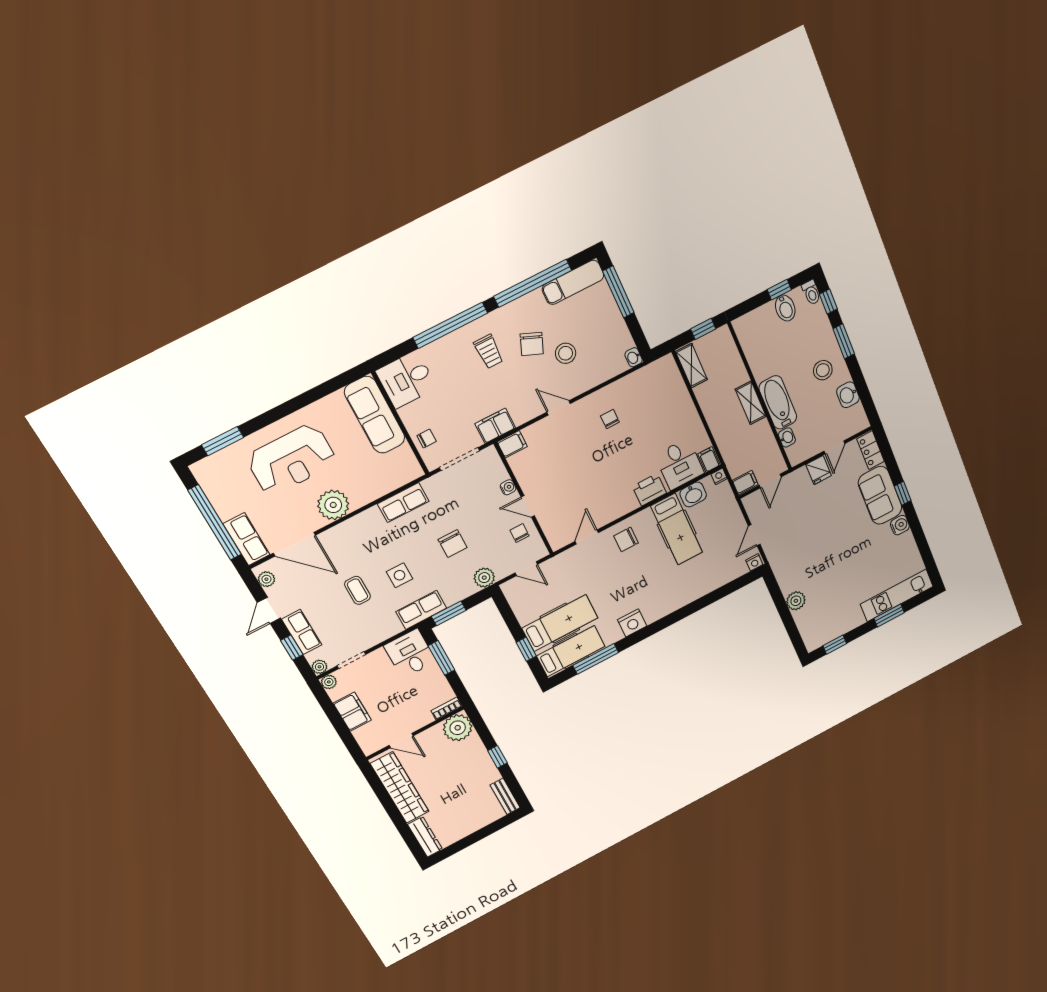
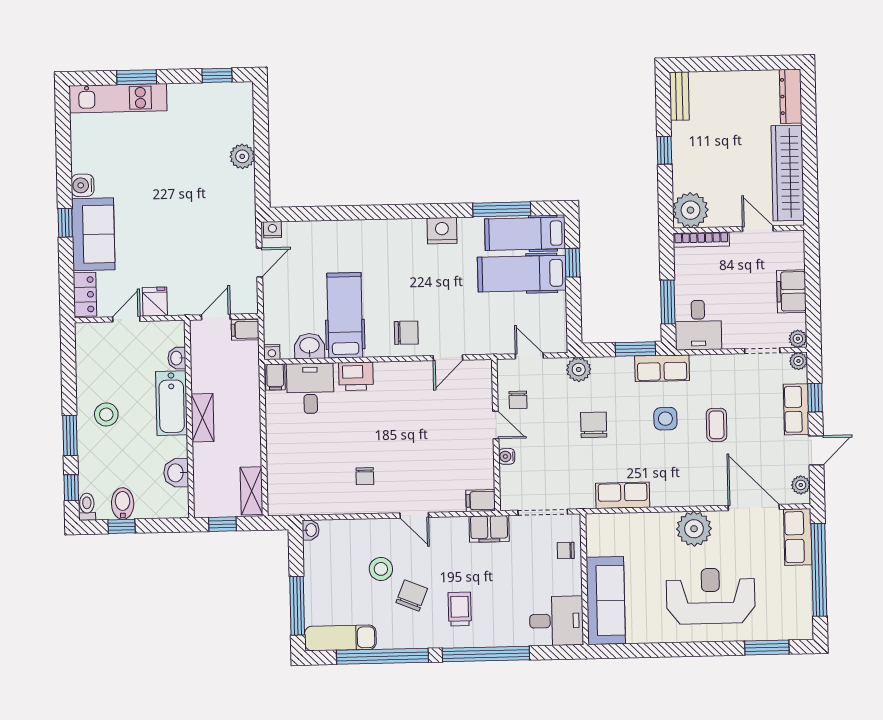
washbasin: (848, 395) -> (176, 473), moved, turned 180
bookcase: (447, 709) -> (701, 240), width x1.56

